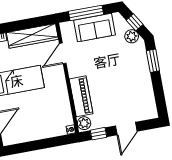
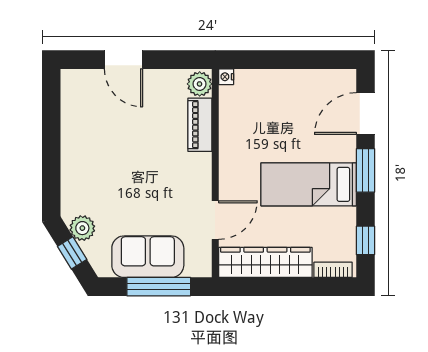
window: (153, 61) -> (51, 176), removed
piano: (81, 96) -> (200, 125), width x0.73, depth x0.75
door: (126, 129) -> (124, 60), swing flipped
window: (99, 134) -> (176, 60), removed

